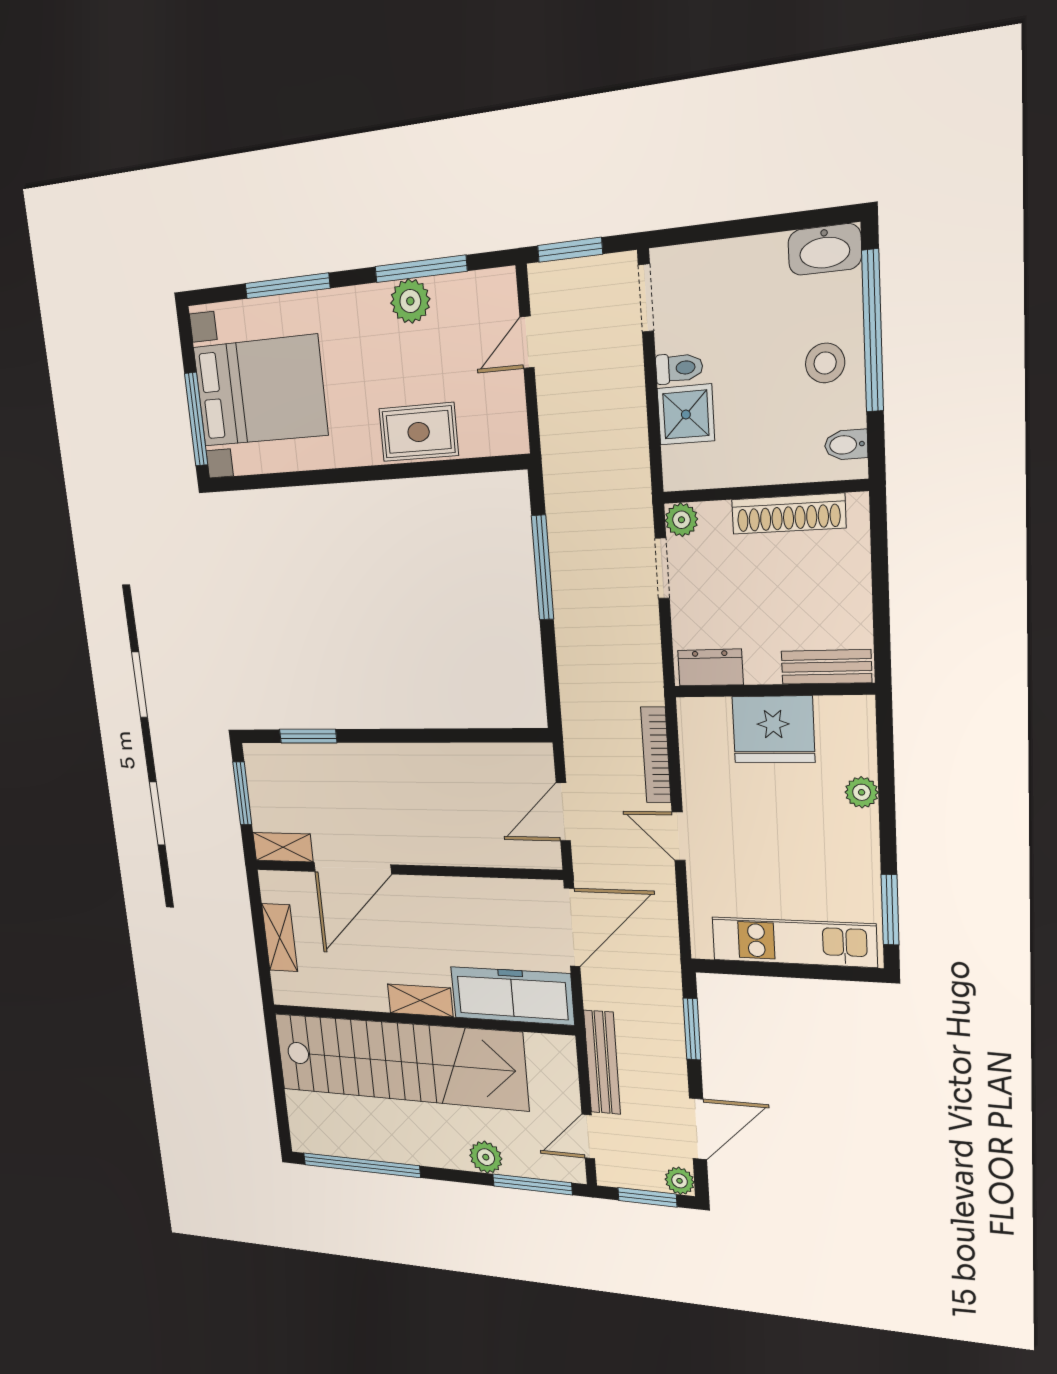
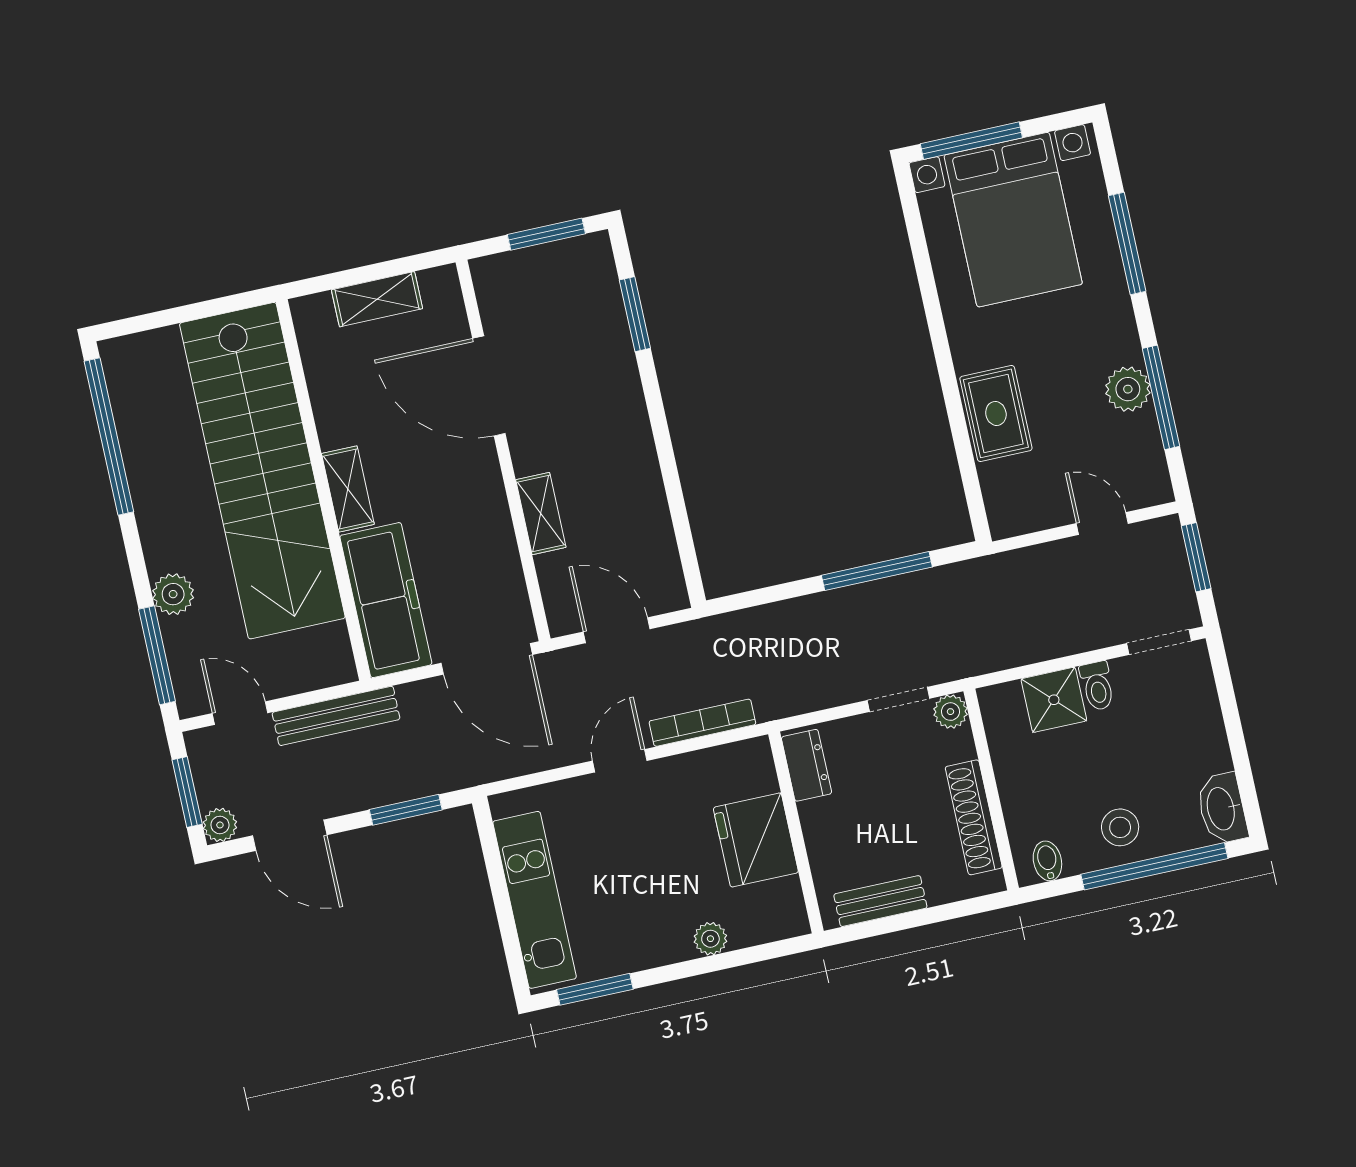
bench: (826, 667) -> (880, 901), moved, turned 90
shelving: (283, 847) -> (541, 514), moved

